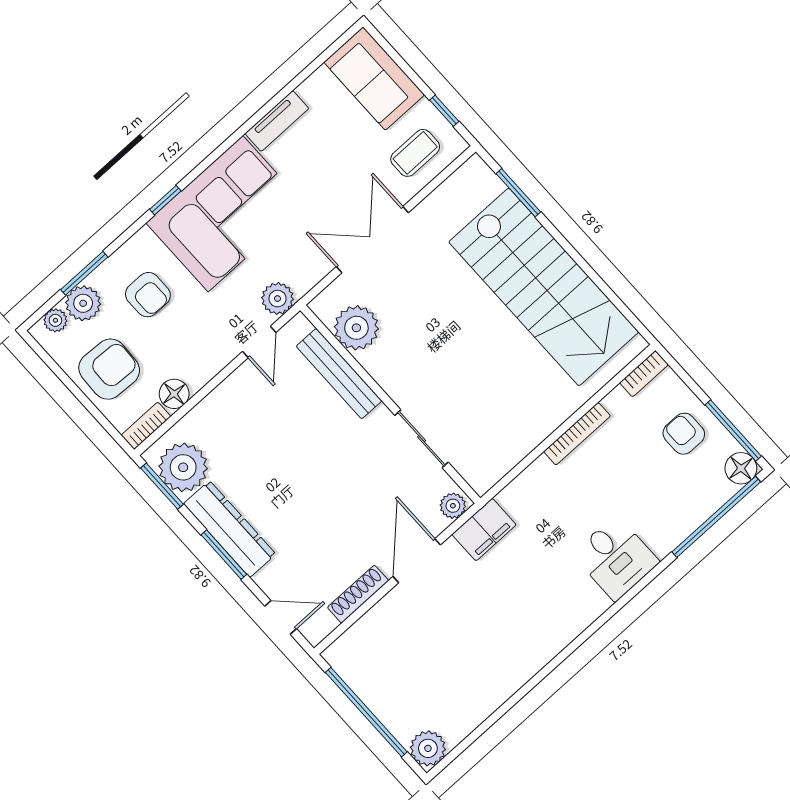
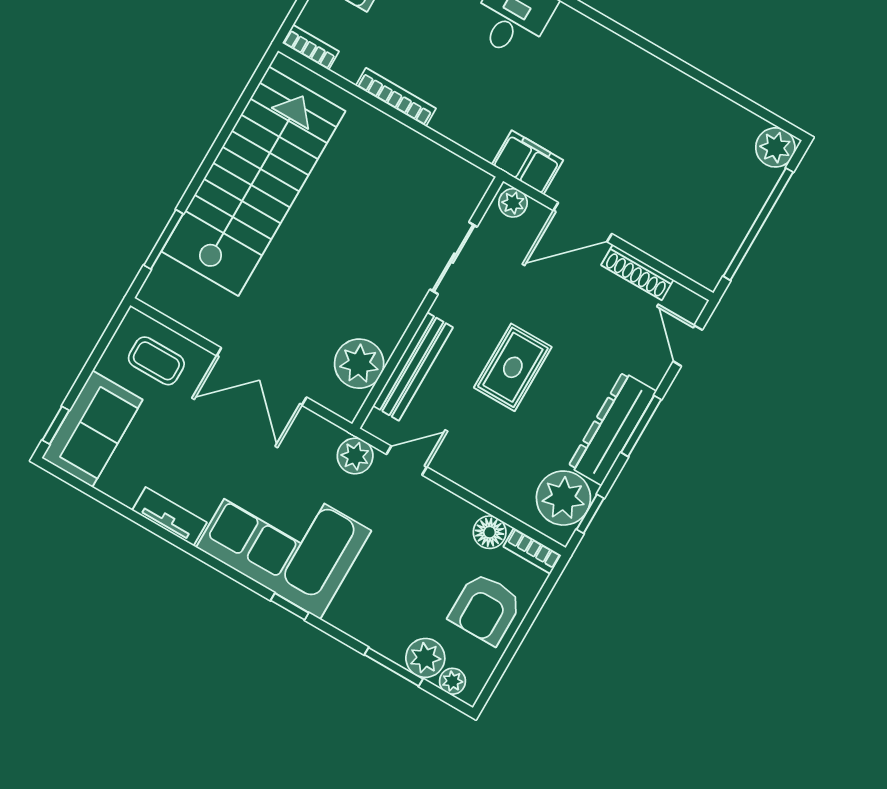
window: (444, 111) -> (56, 425), moved
armchair: (148, 295) -> (395, 593), removed
armchair: (109, 369) -> (485, 609), turned -92
rug: (310, 460) -> (513, 367), added
window: (162, 486) -> (590, 514), width x0.67

